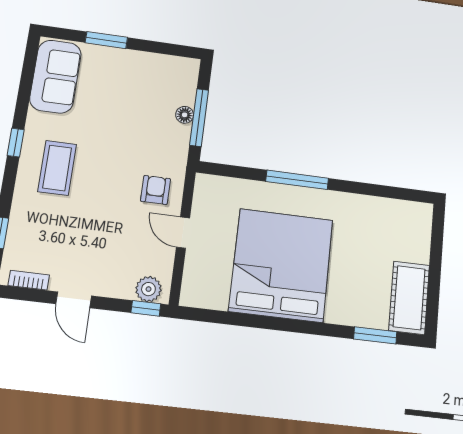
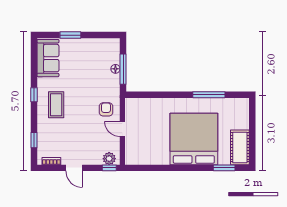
window: (297, 180) -> (209, 95), moved
bed: (281, 265) -> (194, 139), moved

